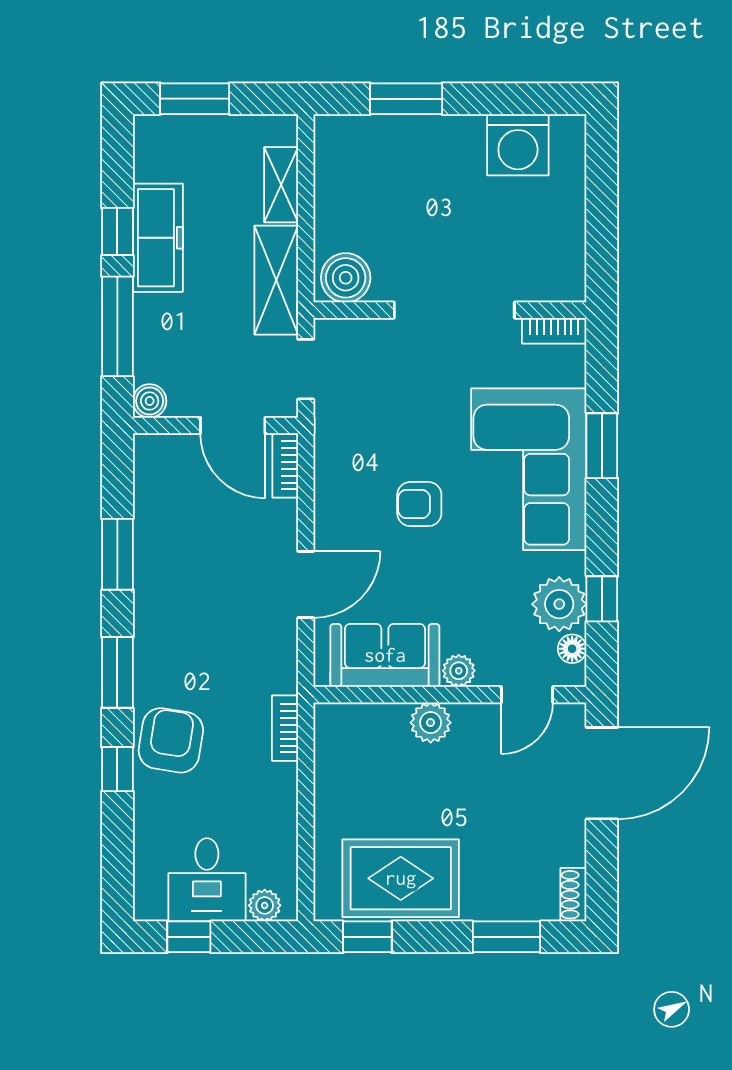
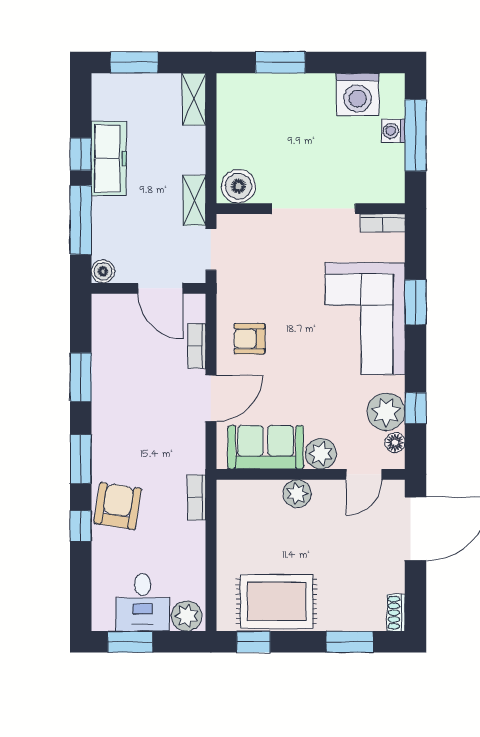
shelving: (281, 185) -> (194, 99), moved
washing machine: (569, 198) -> (393, 131), added
window: (602, 204) -> (416, 135), added
shelving: (276, 280) -> (194, 200), width x0.67, depth x0.75
bookcase: (285, 465) -> (197, 346), moved
armchair: (419, 504) -> (249, 339), moved
plant: (459, 671) -> (321, 454), width x1.38, depth x1.38
plant: (265, 905) -> (187, 616), width x1.38, depth x1.38
window: (189, 937) -> (130, 642), width x1.50

